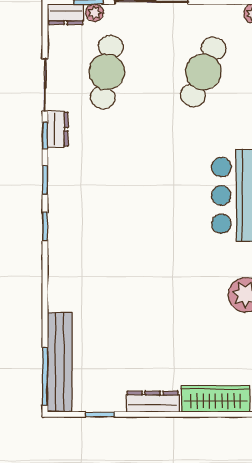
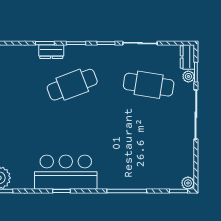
cafe table: (203, 72) -> (72, 85), moved, turned -45
dresser: (58, 129) -> (51, 52), moved

